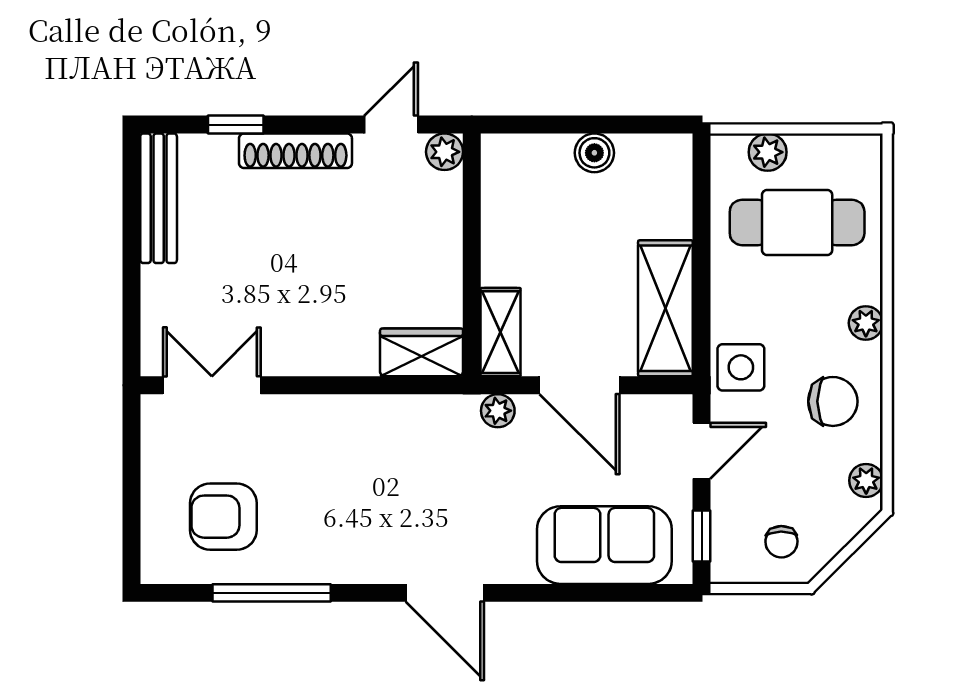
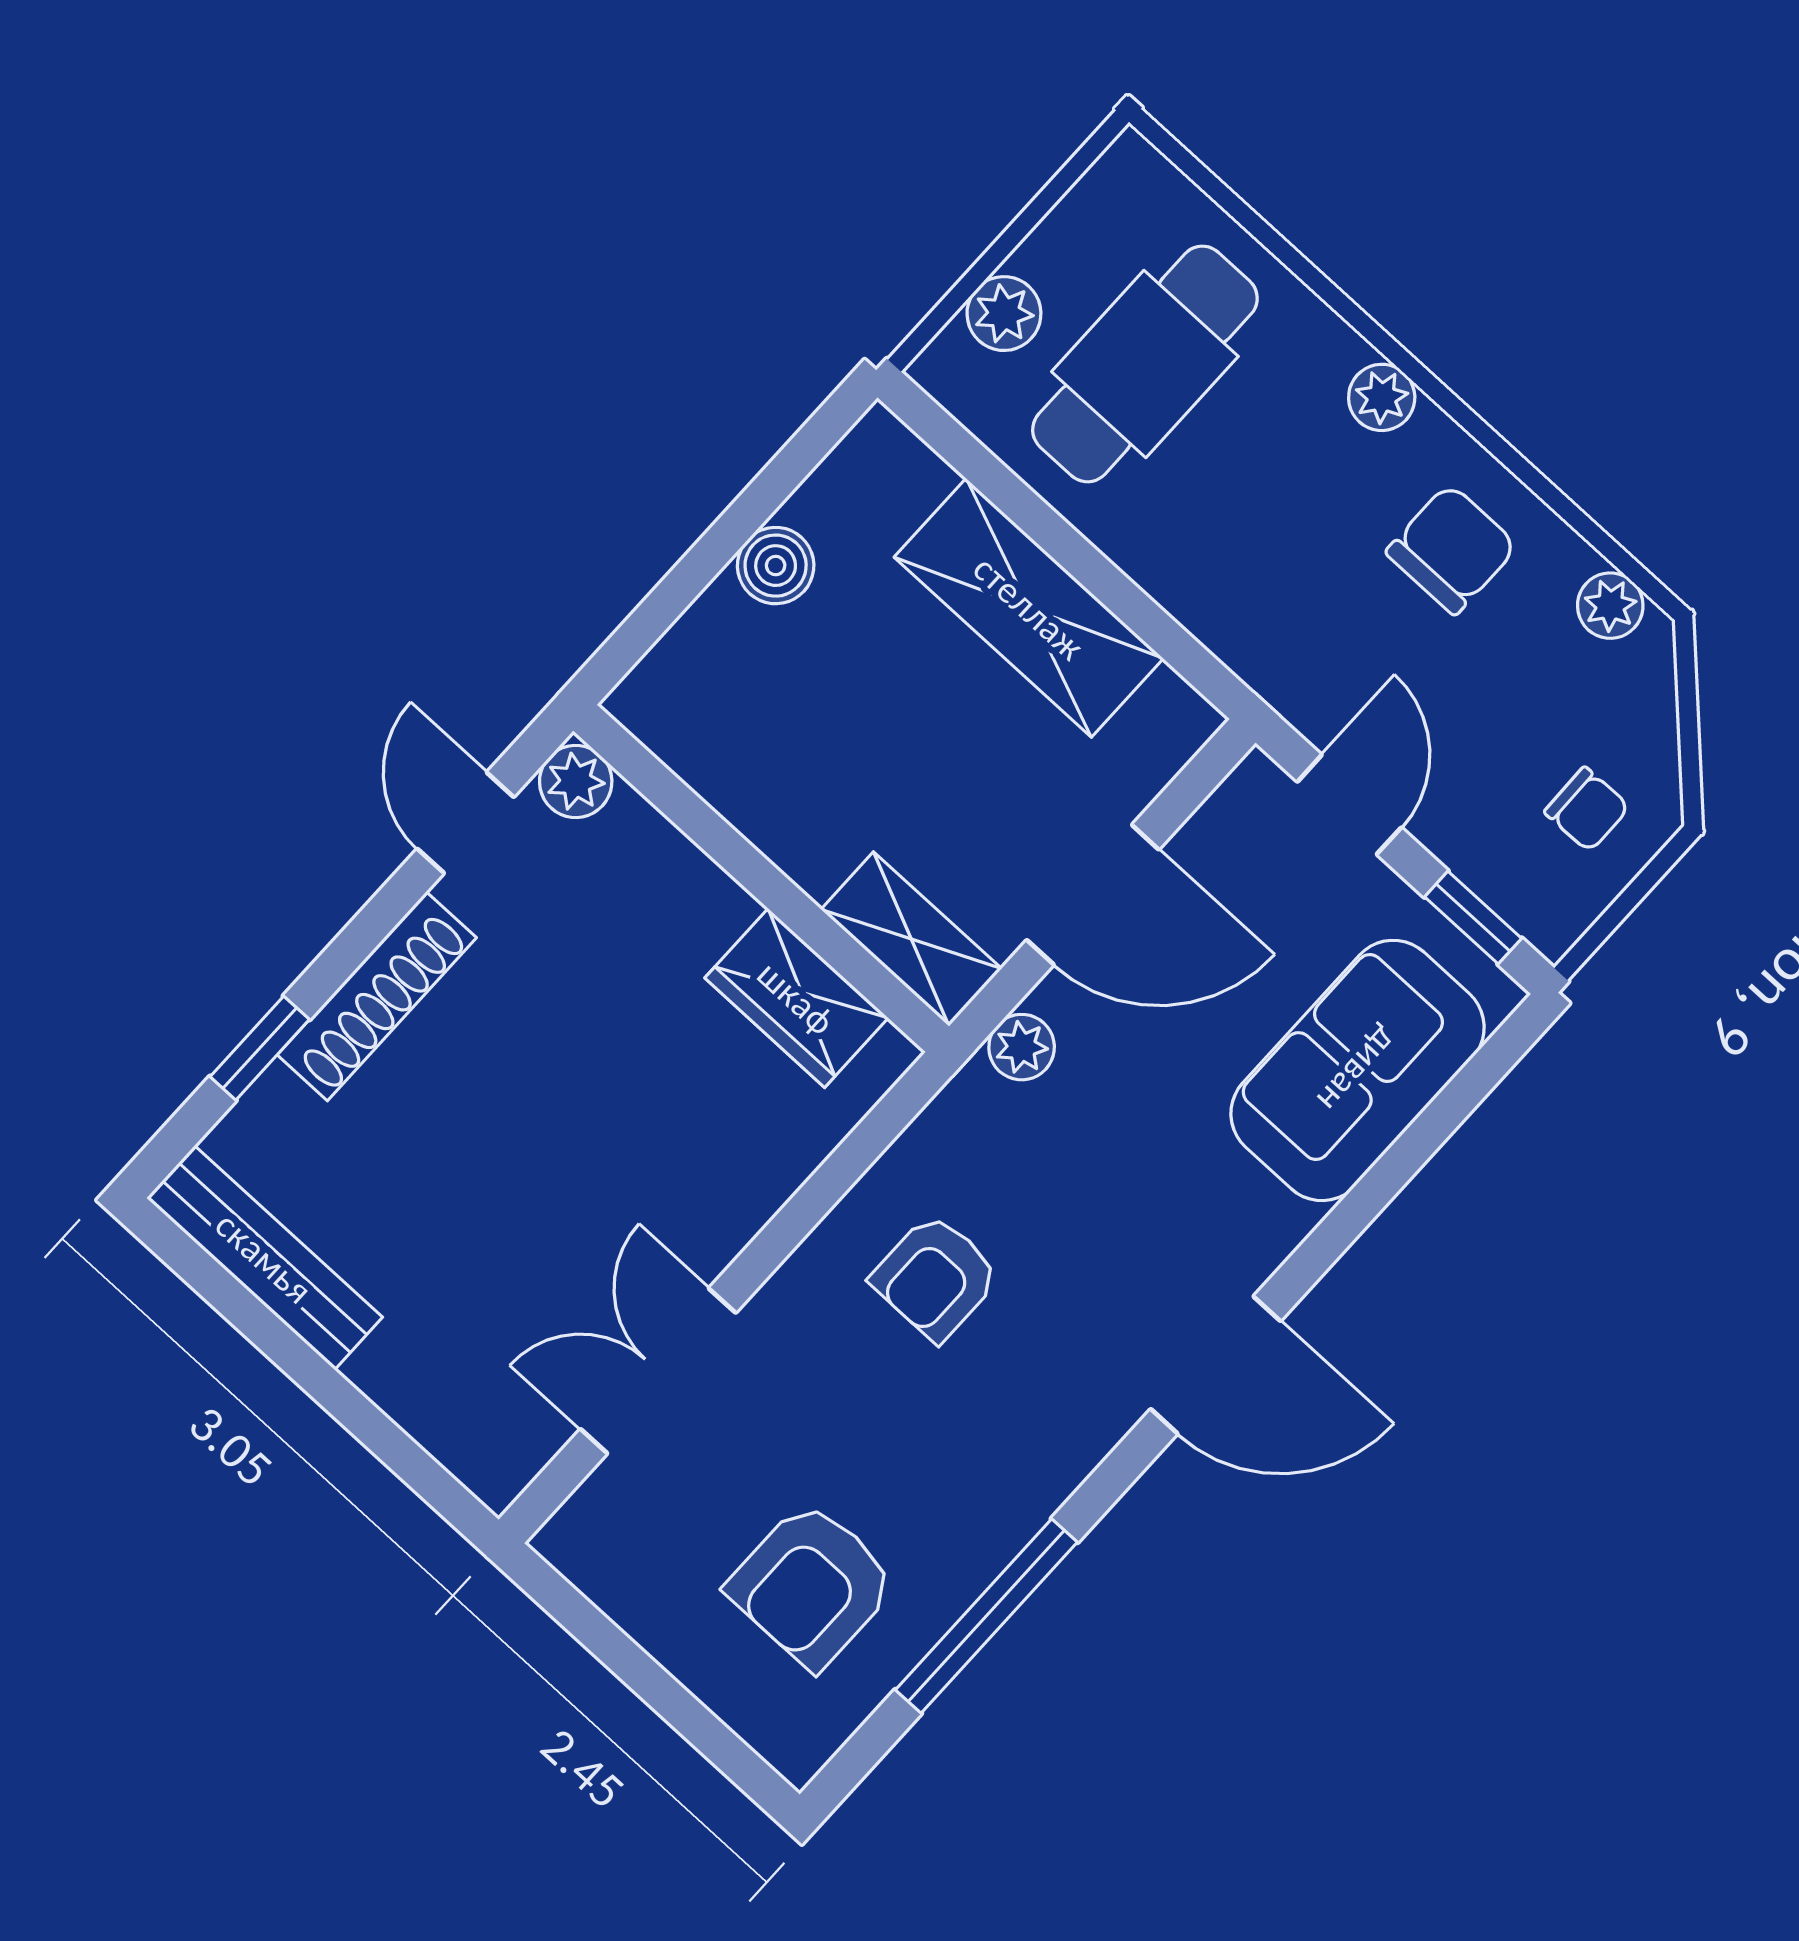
shelving: (665, 308) -> (1029, 608), moved
wardrobe: (422, 352) -> (796, 998), moved, turned -90
side table: (741, 367) -> (1280, 637), removed
double door: (212, 385) -> (658, 1371), moved
armchair: (382, 457) -> (935, 1277), added

